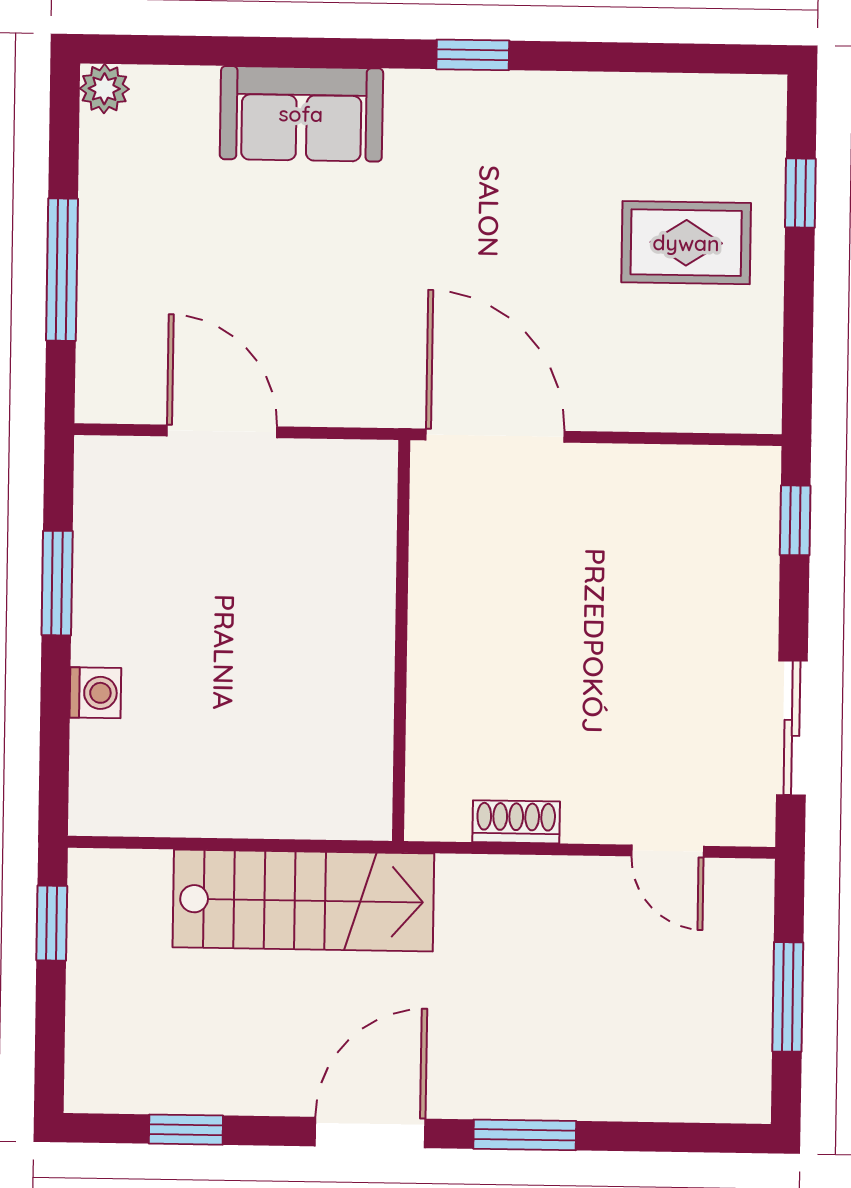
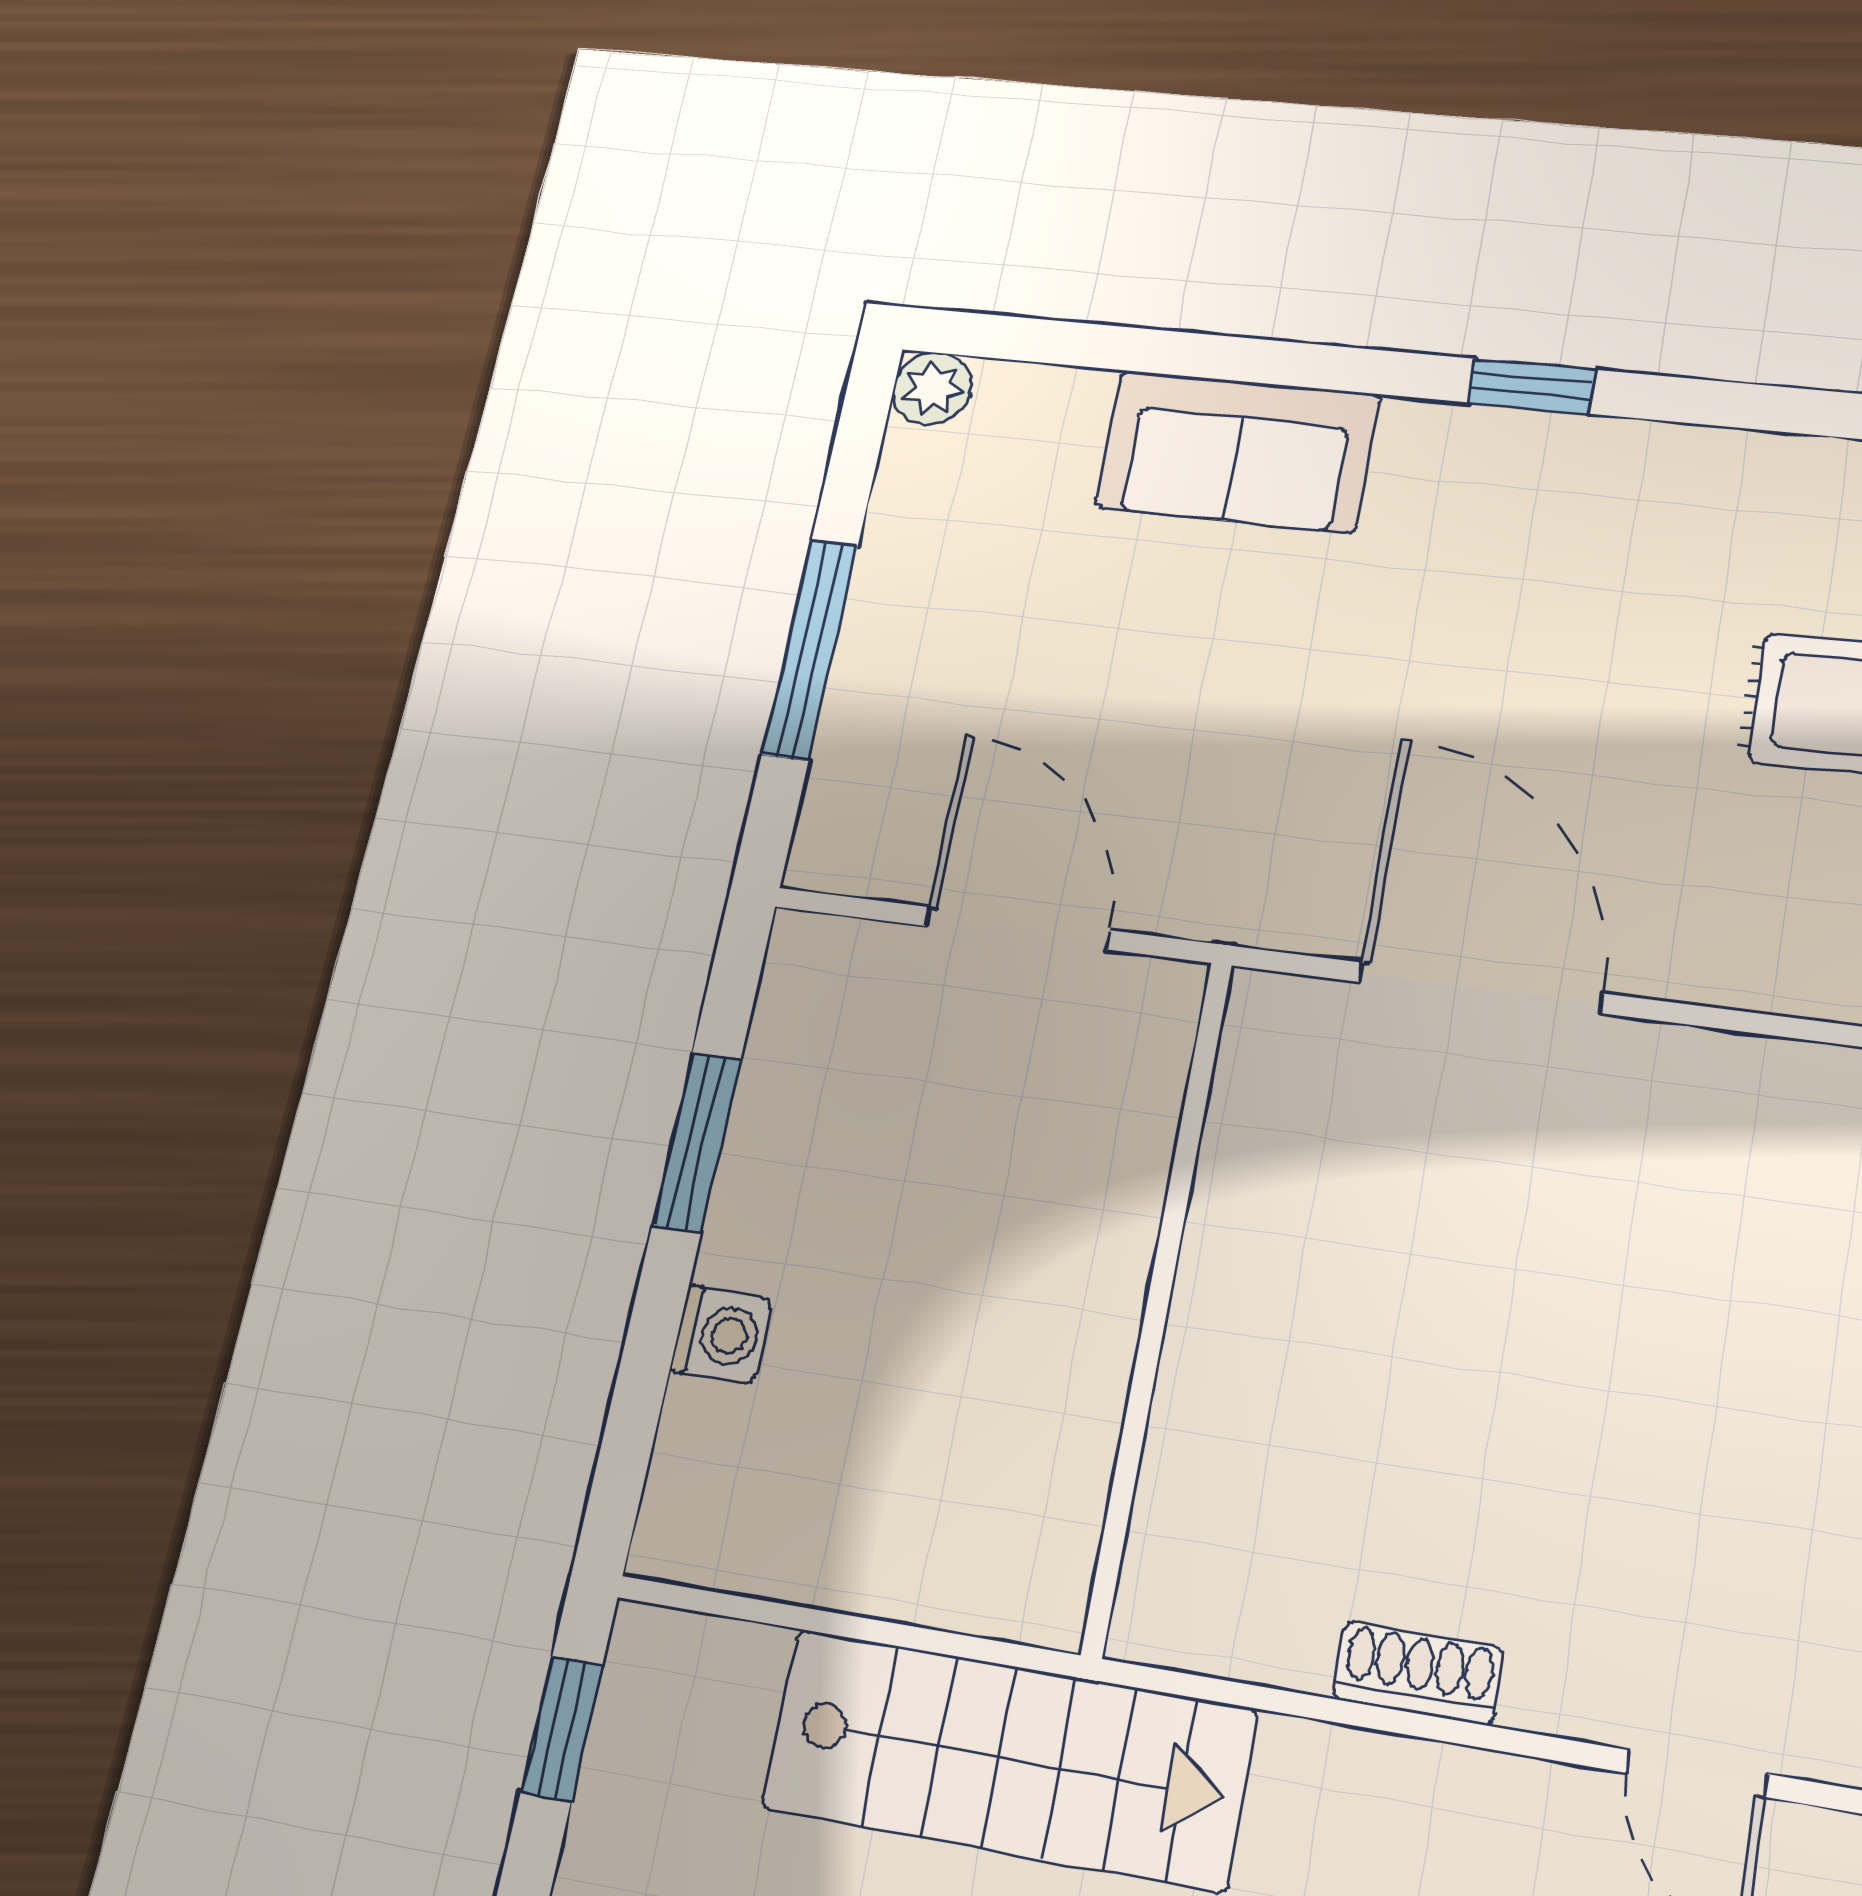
wall: (401, 641) -> (1158, 1301), moved

